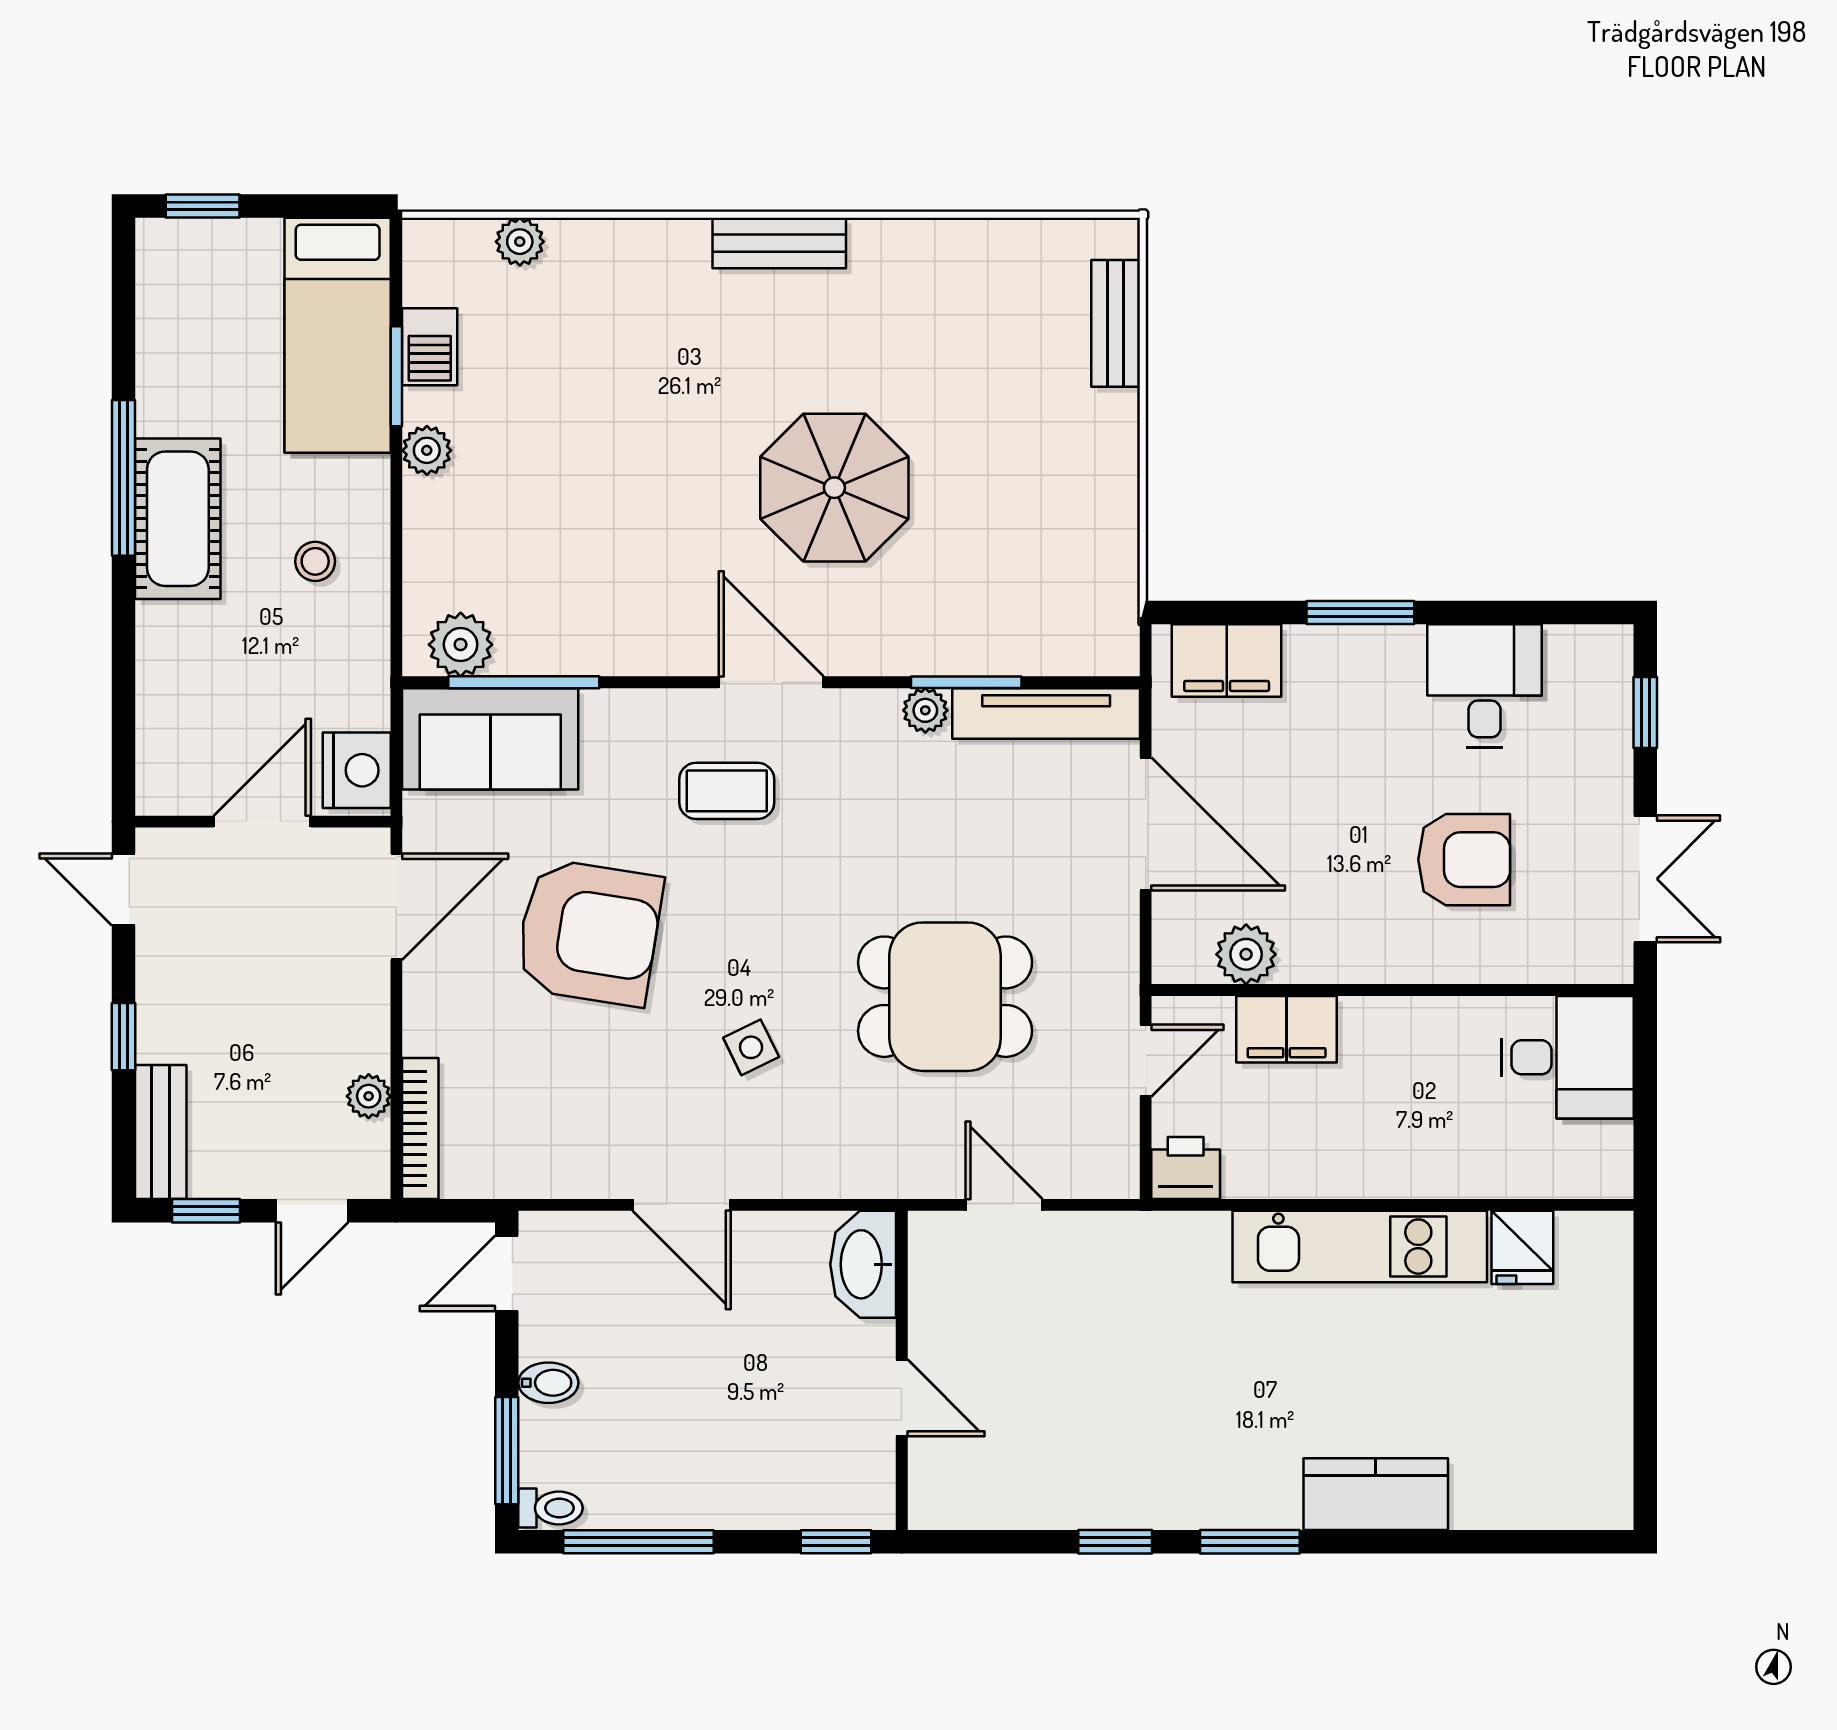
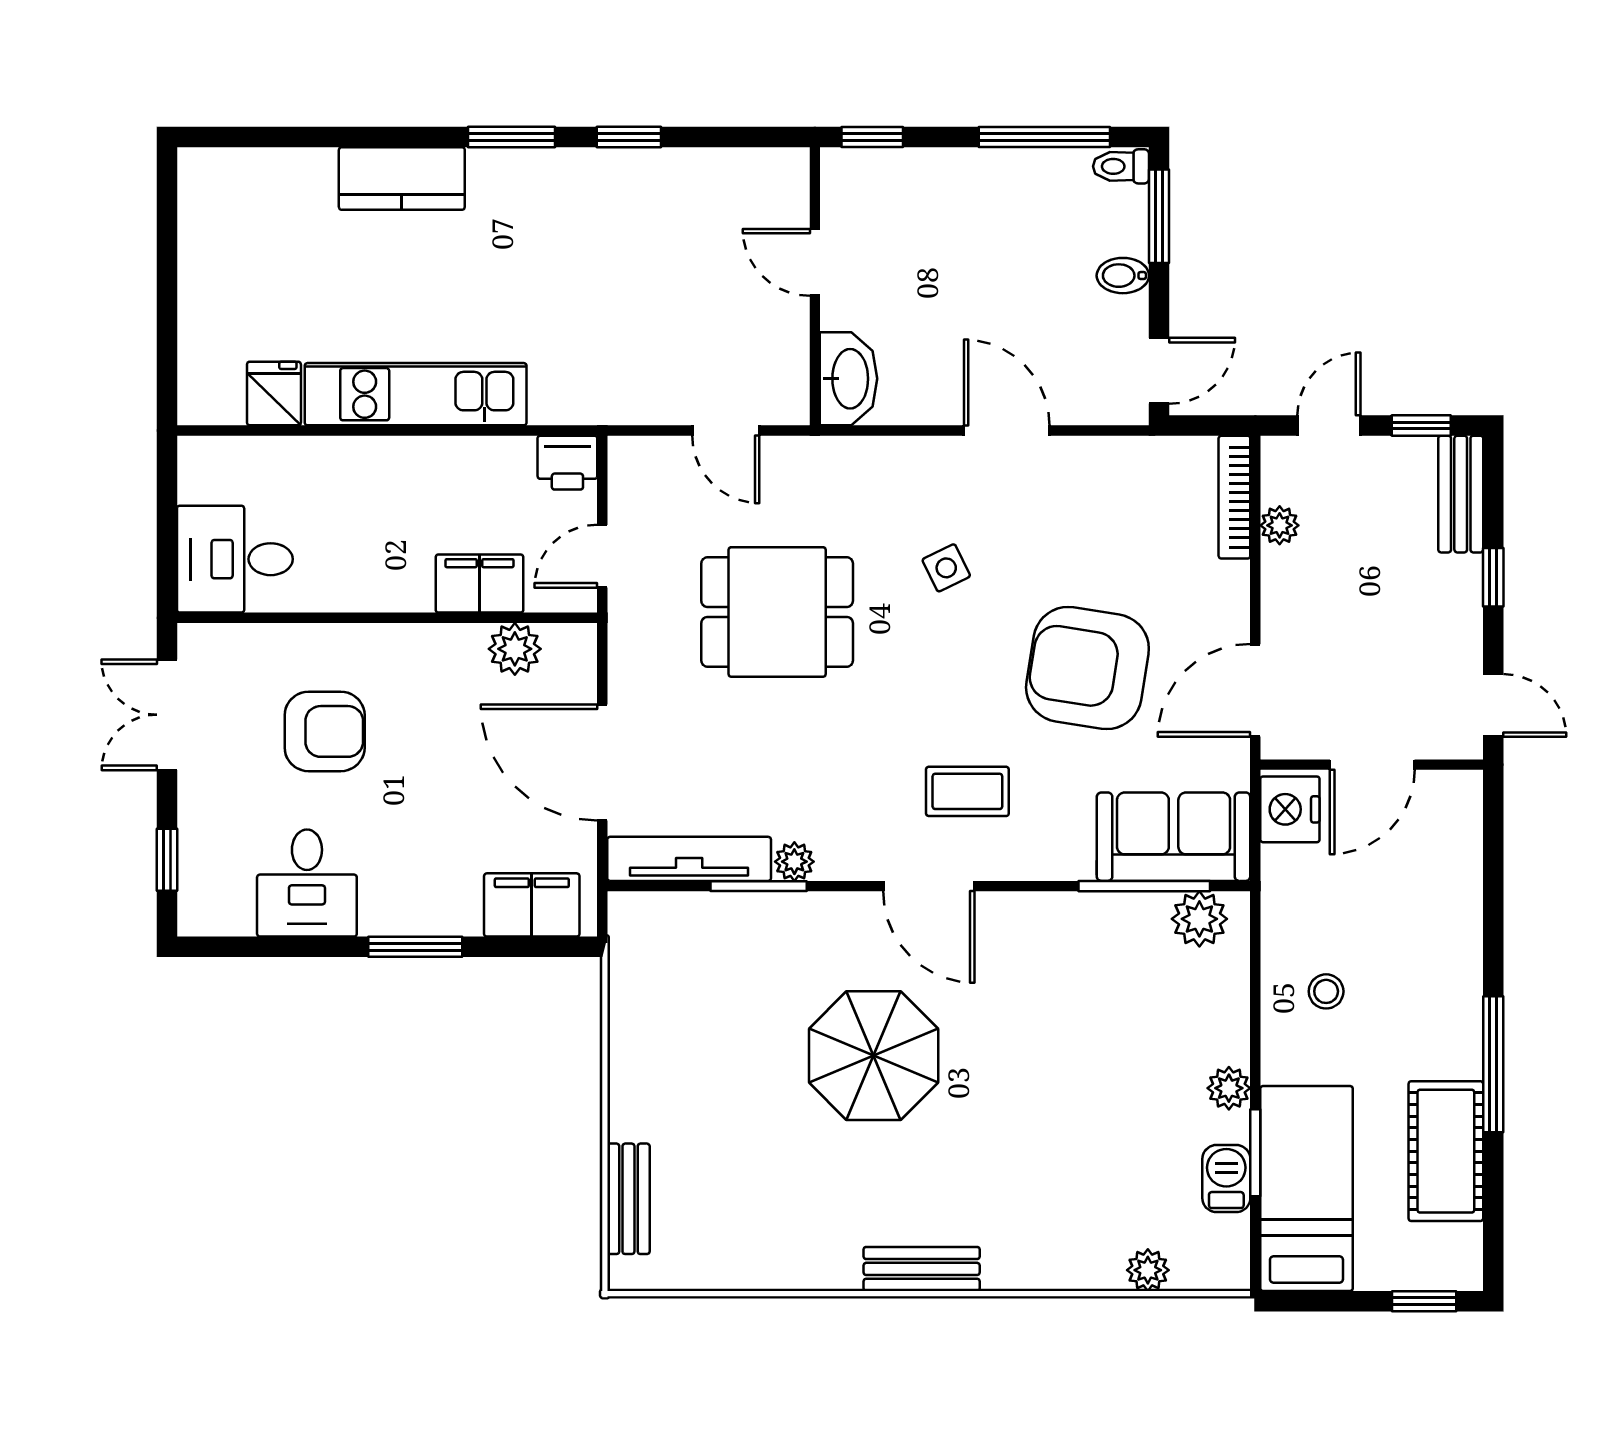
cot: (178, 519) -> (1446, 1151), moved
armchair: (1464, 860) -> (325, 731), turned 180

